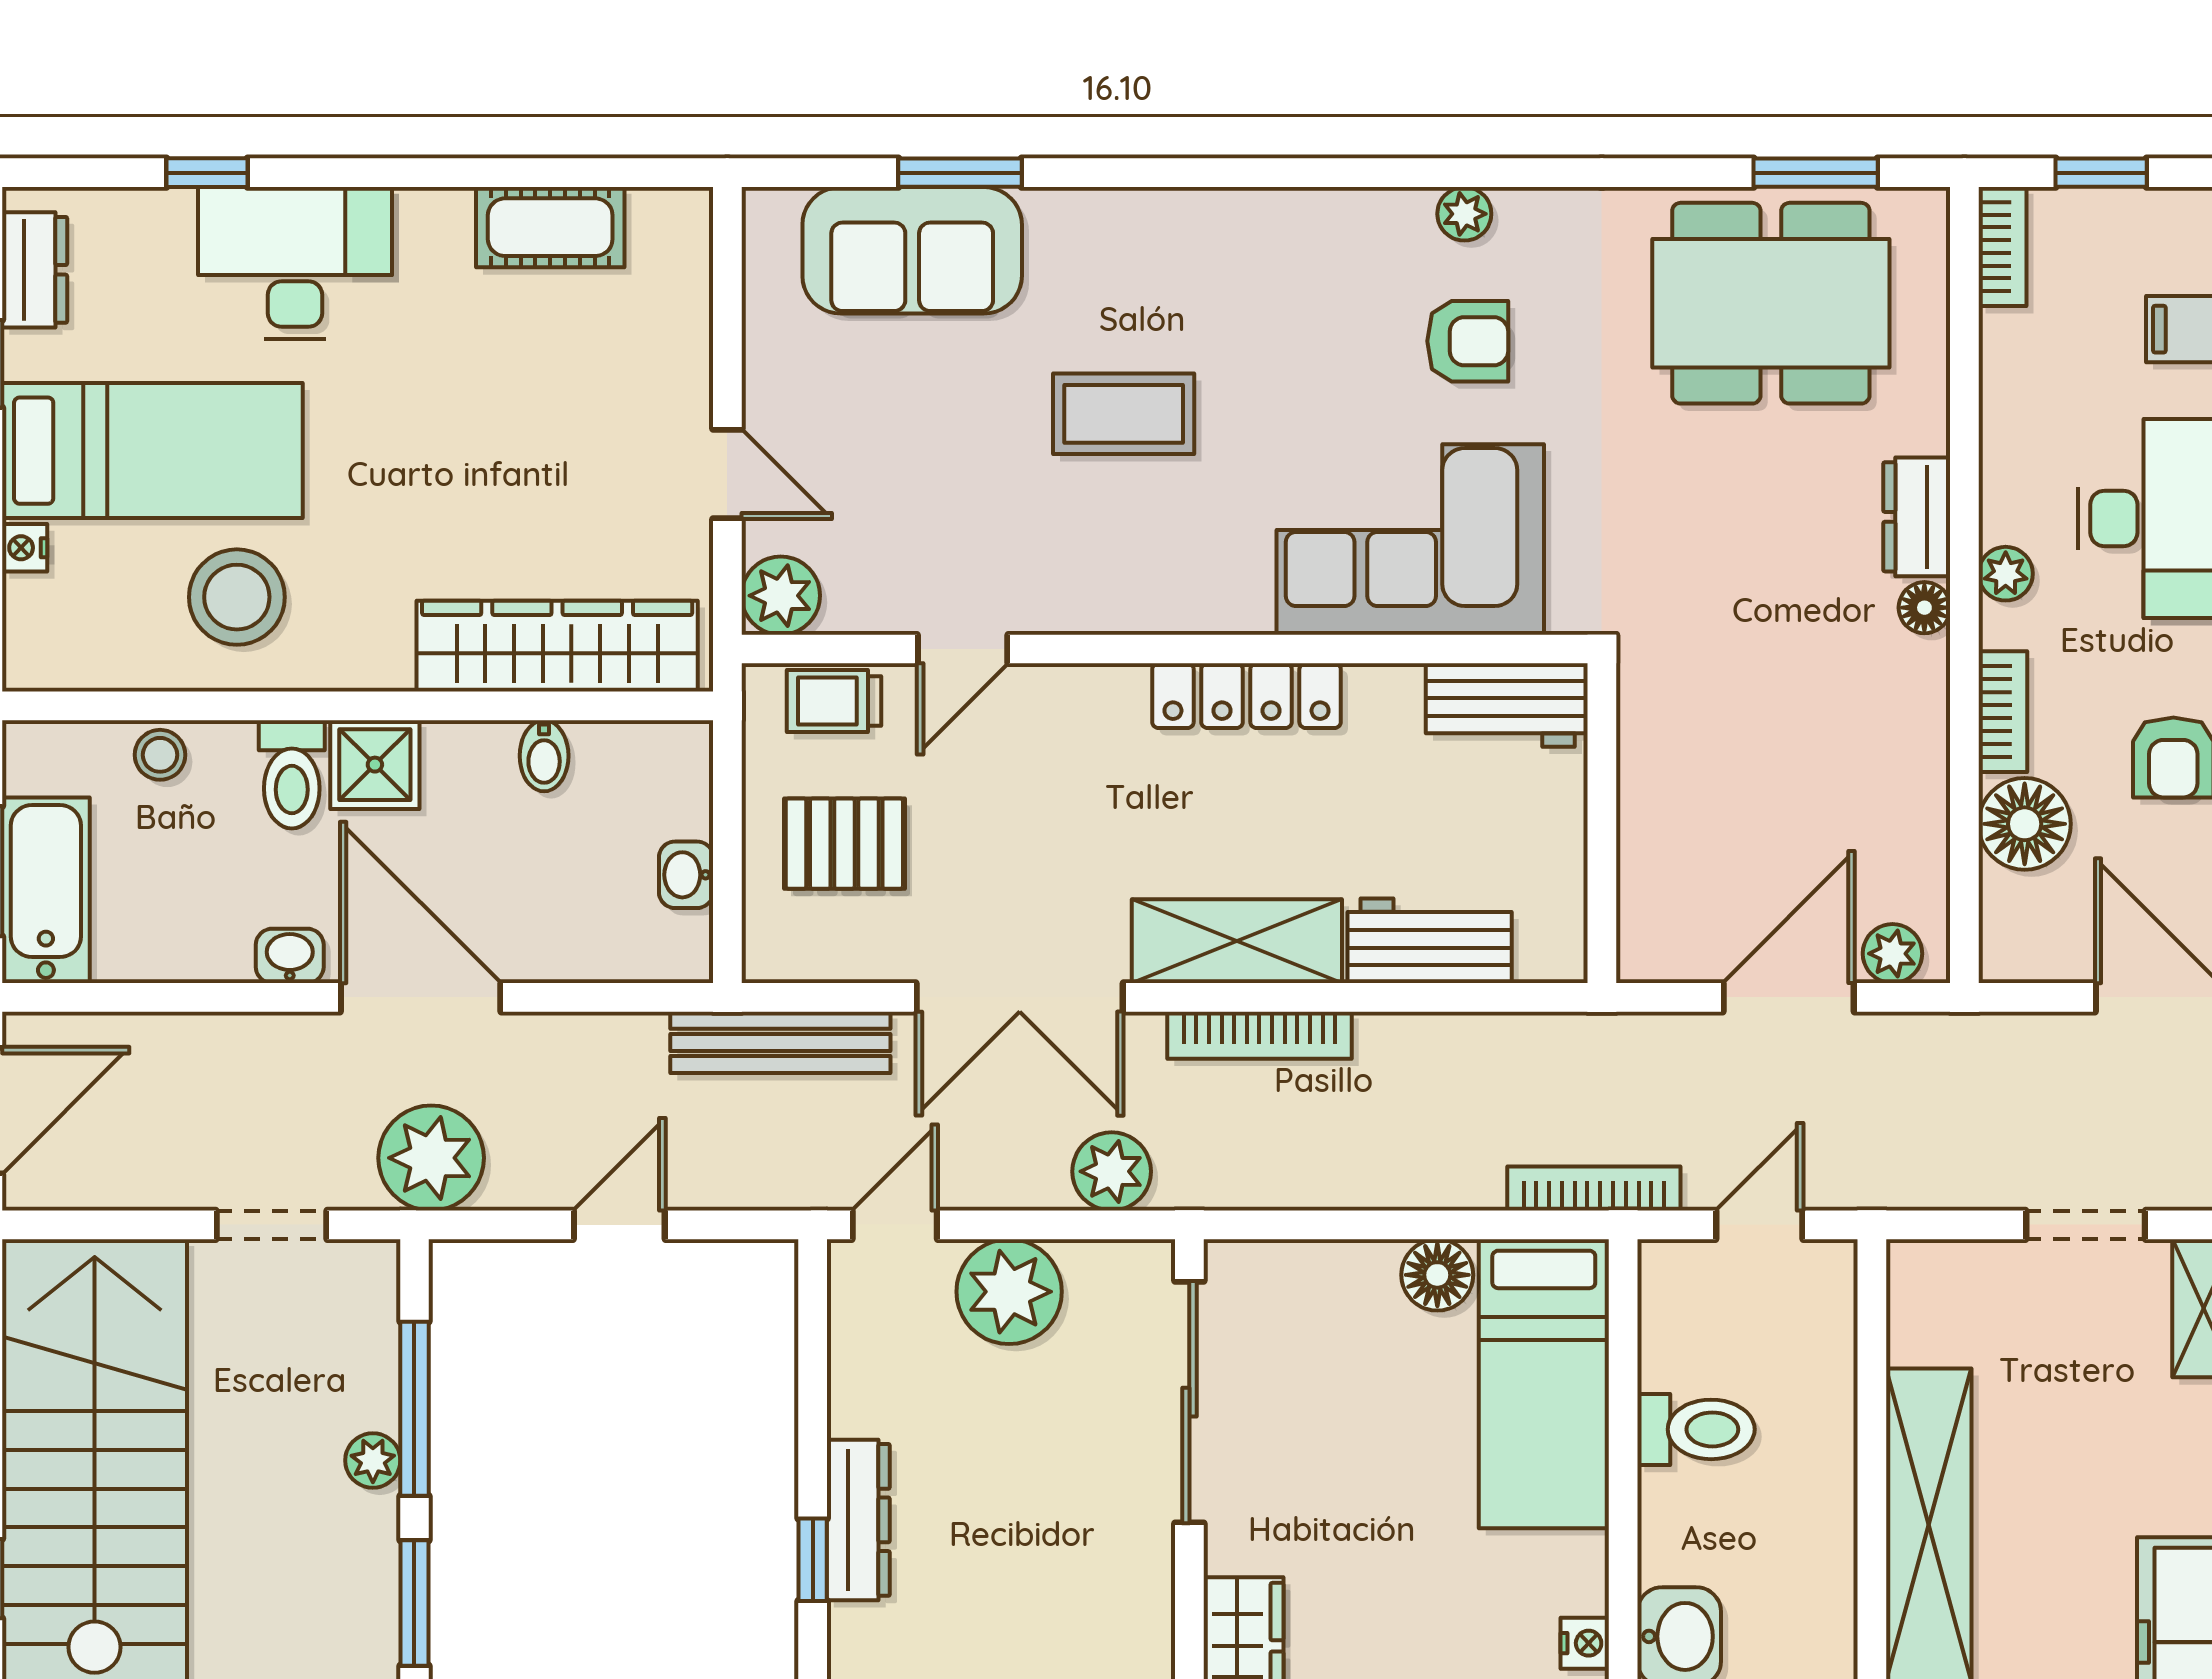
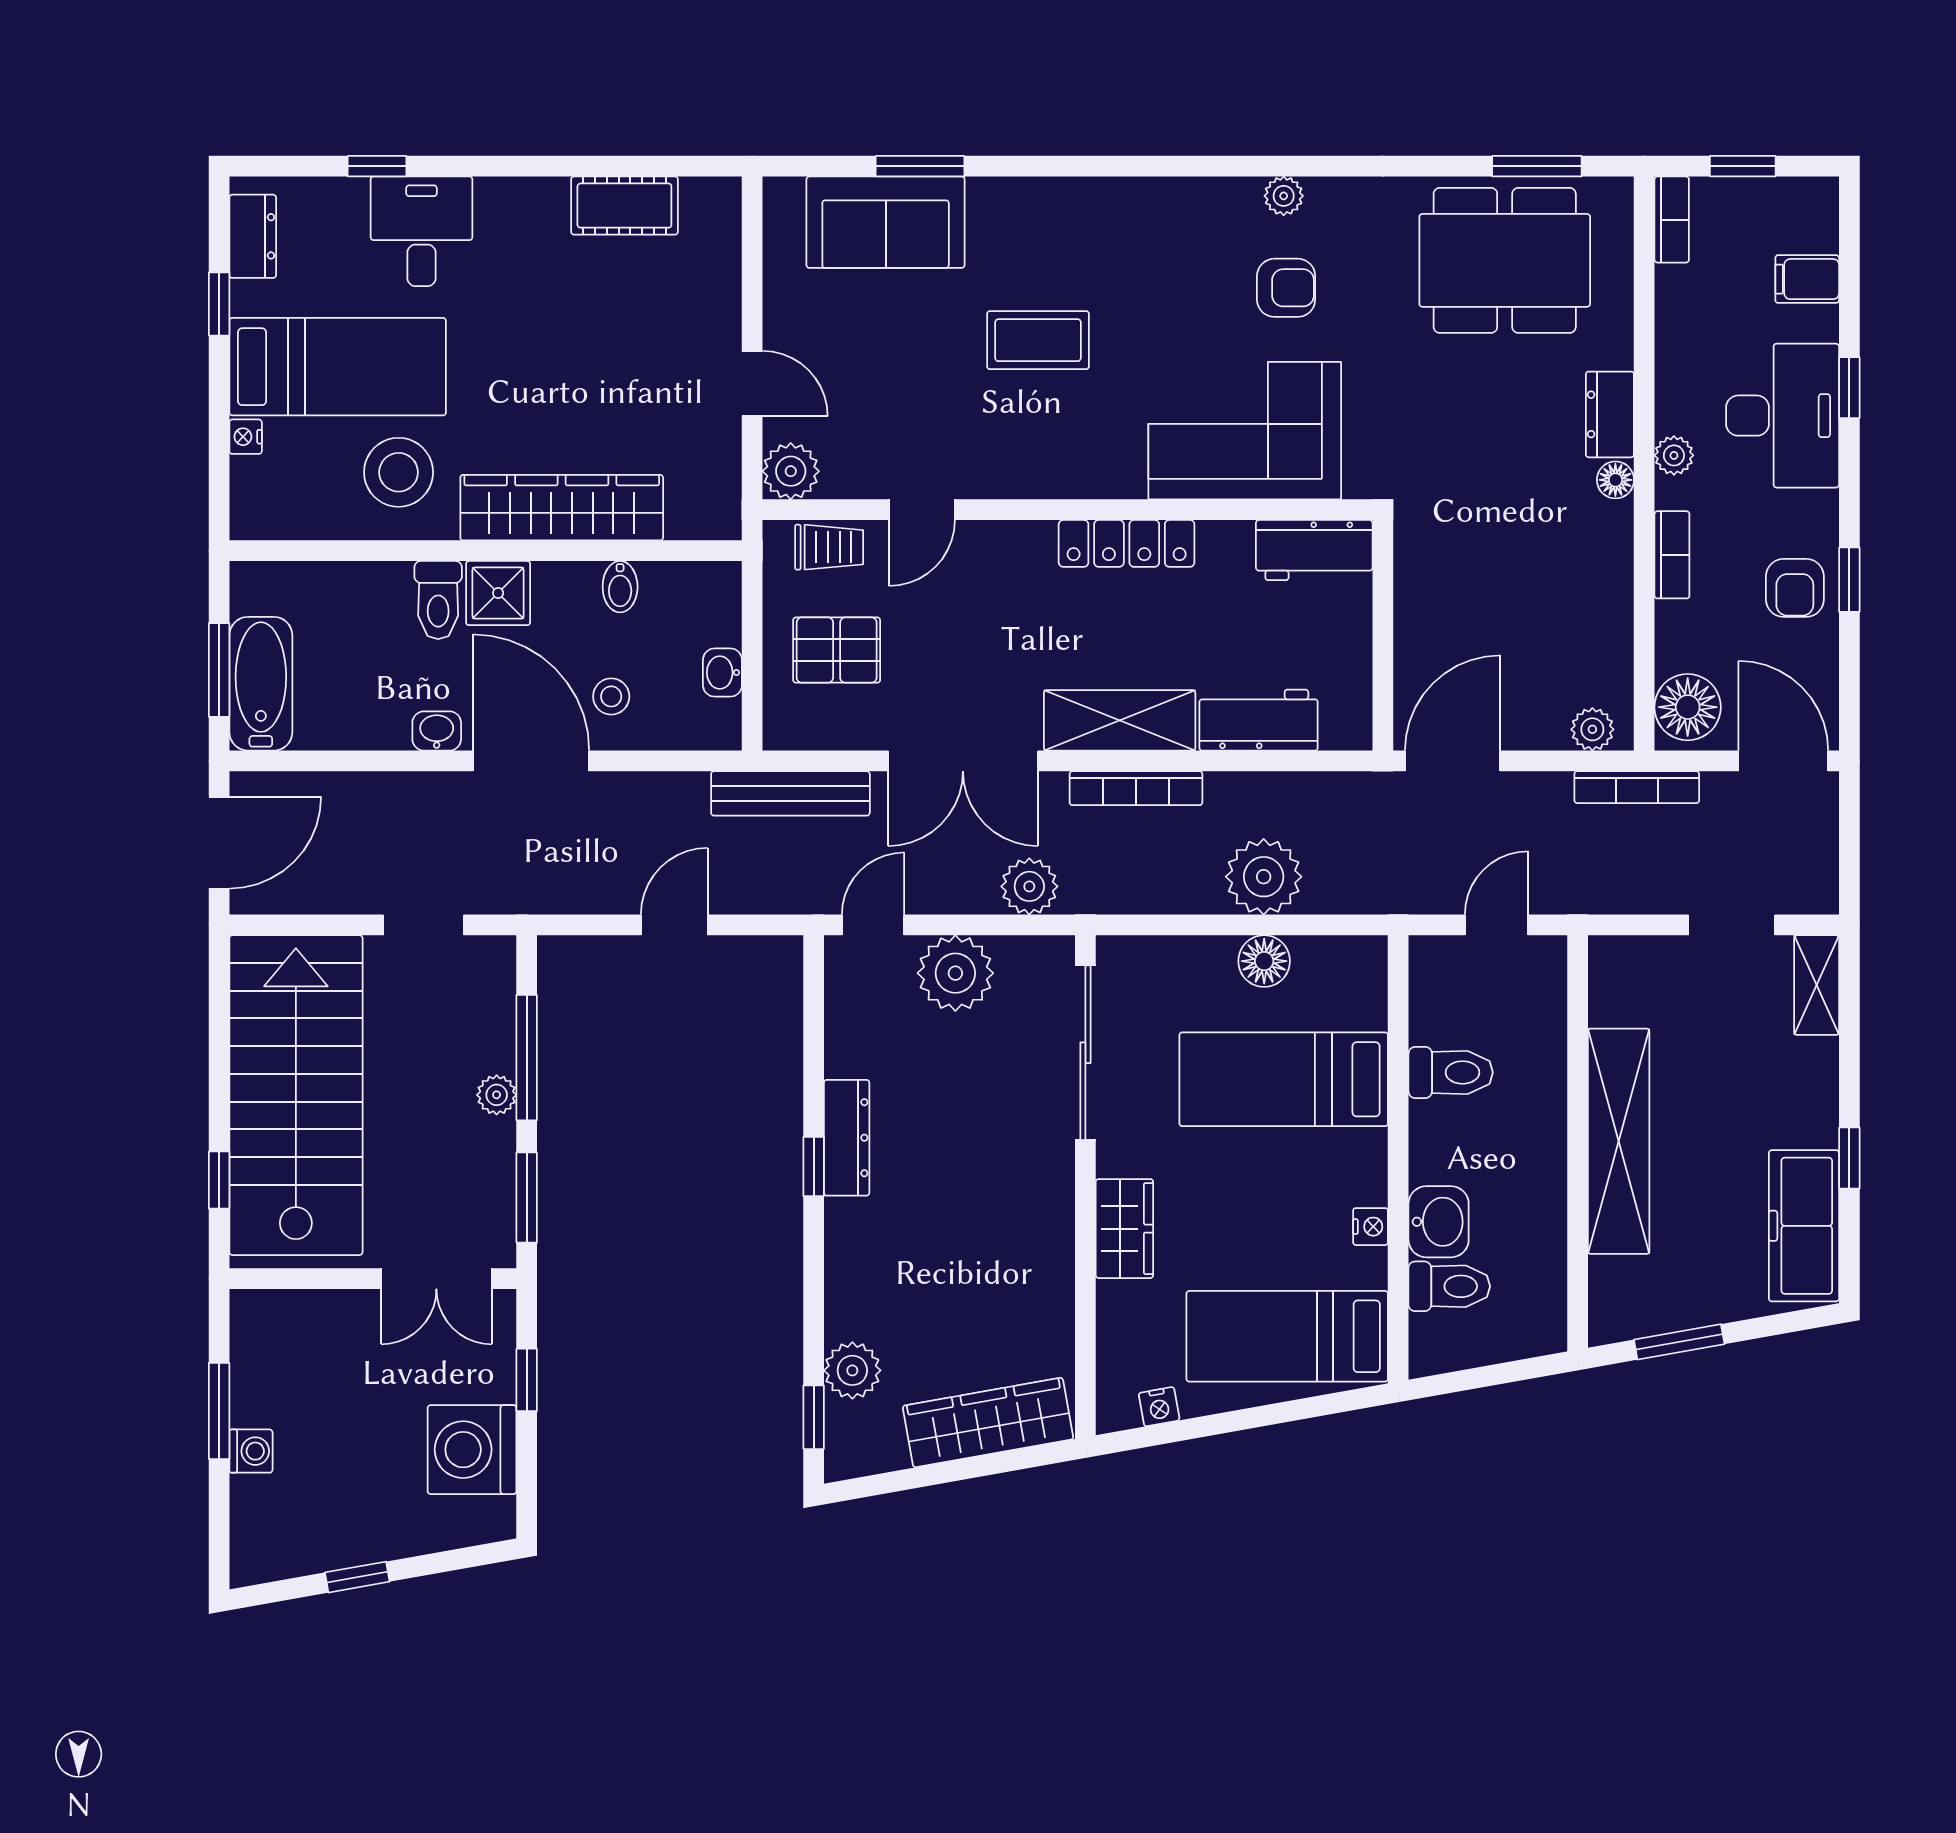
desk: (295, 263) -> (421, 231), width x0.73
wardrobe: (557, 646) -> (562, 508), moved
trolley: (834, 701) -> (829, 547), turned 180
stool: (160, 755) -> (611, 696), moved
floor lamp: (2025, 824) -> (1688, 707), moved
door: (1789, 997) -> (1453, 761), moved
plant: (431, 1158) -> (1264, 877), moved
bookcase: (1594, 1189) -> (1637, 787), moved, turned 180
bed: (1544, 1384) -> (1284, 1079), moved, turned 90

